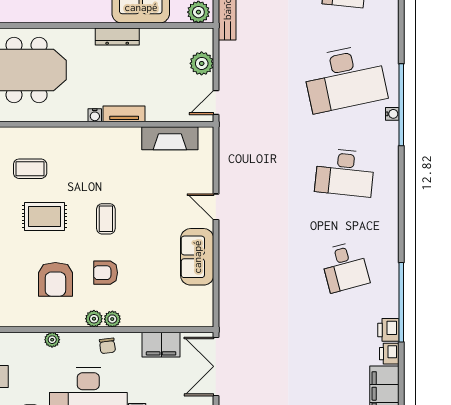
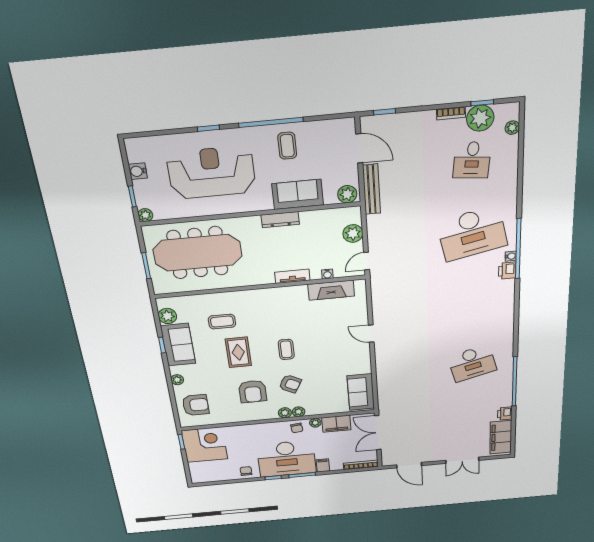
water cooler: (95, 115) -> (327, 274), moved
desk: (345, 173) -> (472, 301), removed
rug: (45, 217) -> (238, 352), turned 90
sofa: (197, 257) -> (361, 392), moved
desk: (345, 267) -> (472, 363), width x1.37
armchair: (106, 273) -> (290, 384), turned -152
printer: (388, 330) -> (507, 271), moved
plant: (52, 340) -> (315, 423), moved

